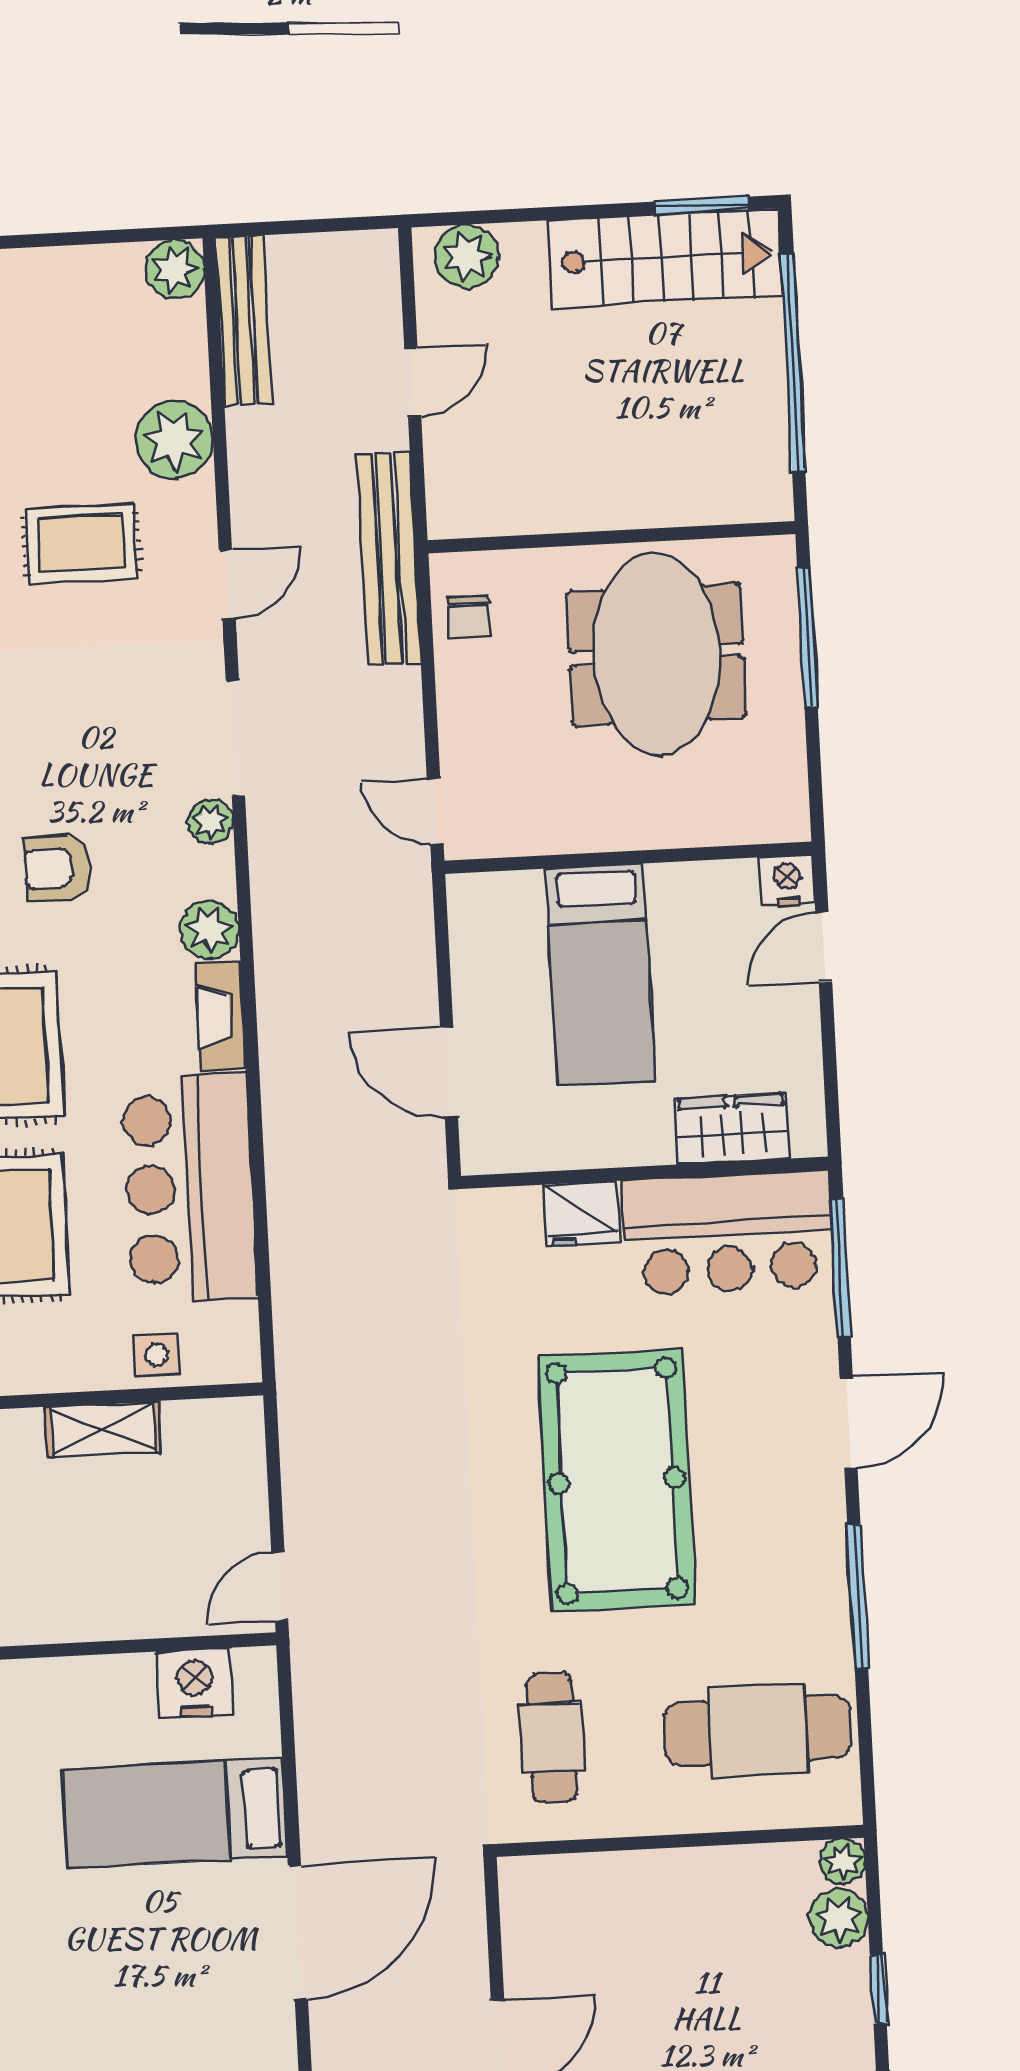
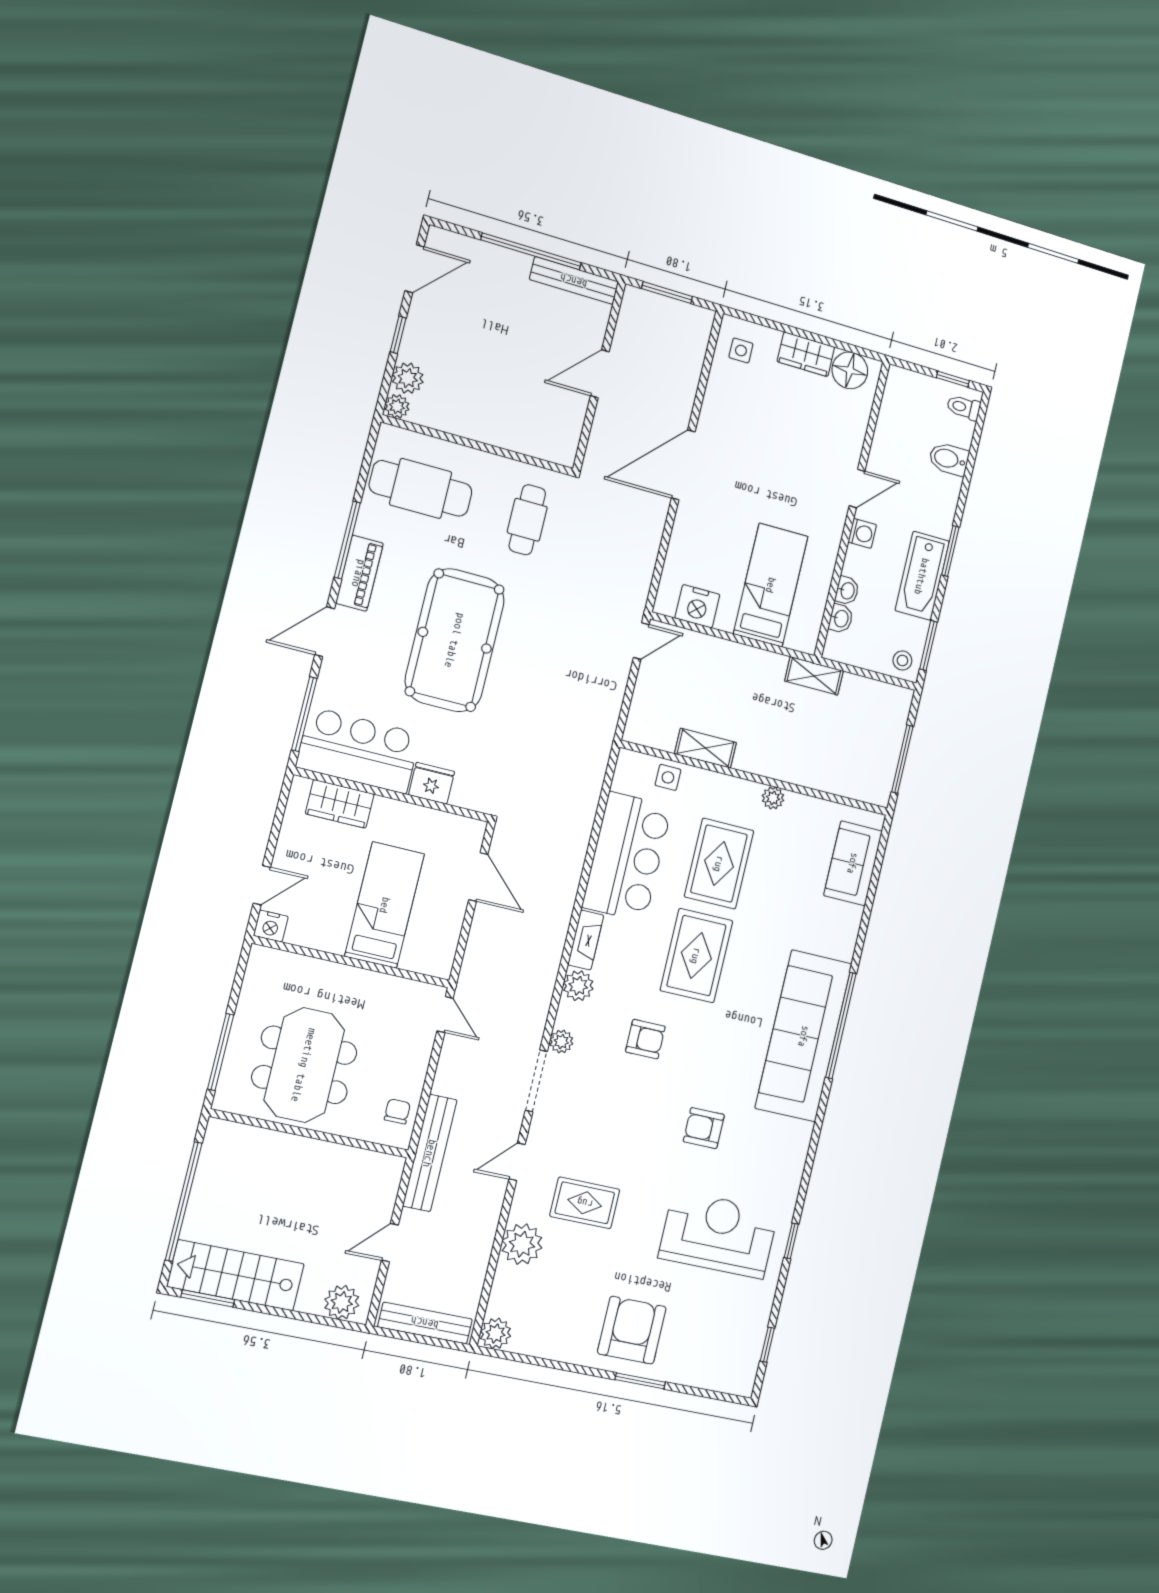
bench: (244, 321) -> (425, 1323), moved, turned 90
piano: (819, 1545) -> (359, 573), added
bed: (175, 1813) -> (771, 585), moved, turned -90

